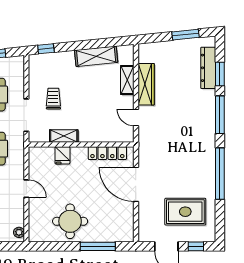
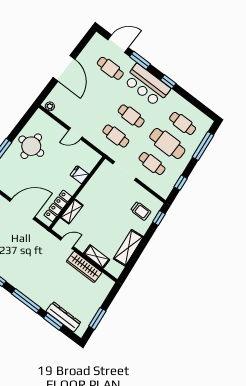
trolley: (53, 99) -> (141, 211), moved
shelving: (64, 136) -> (72, 211), moved

